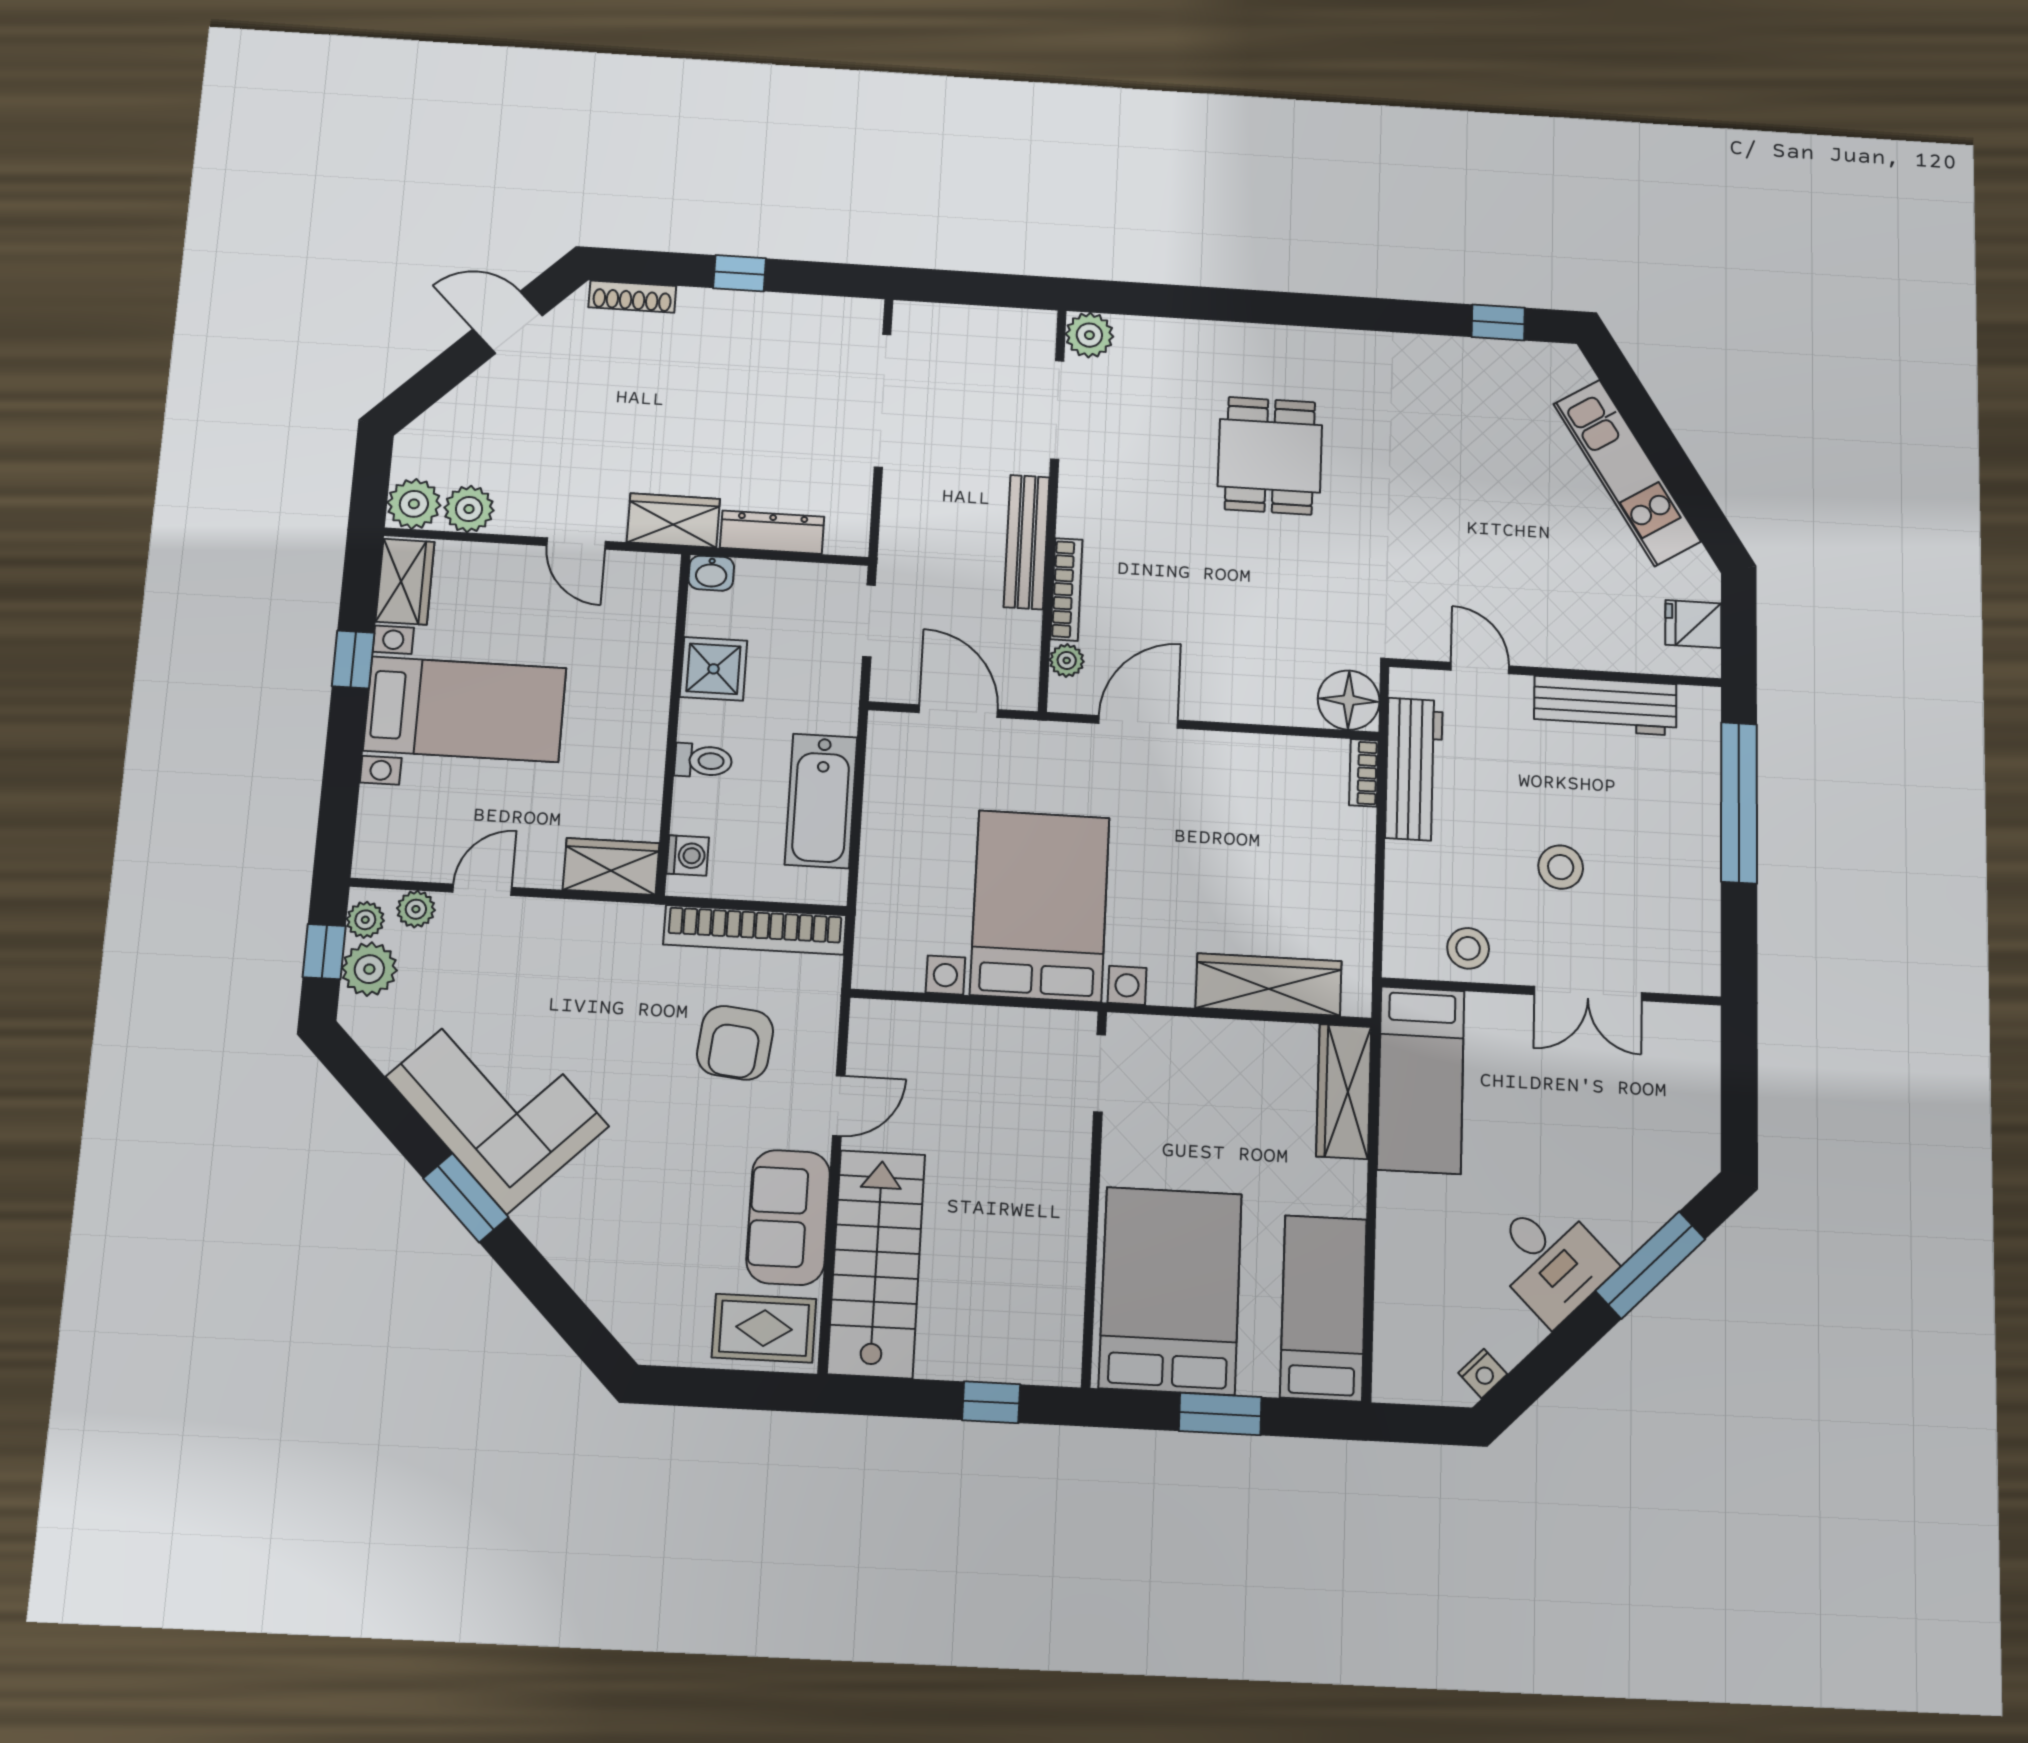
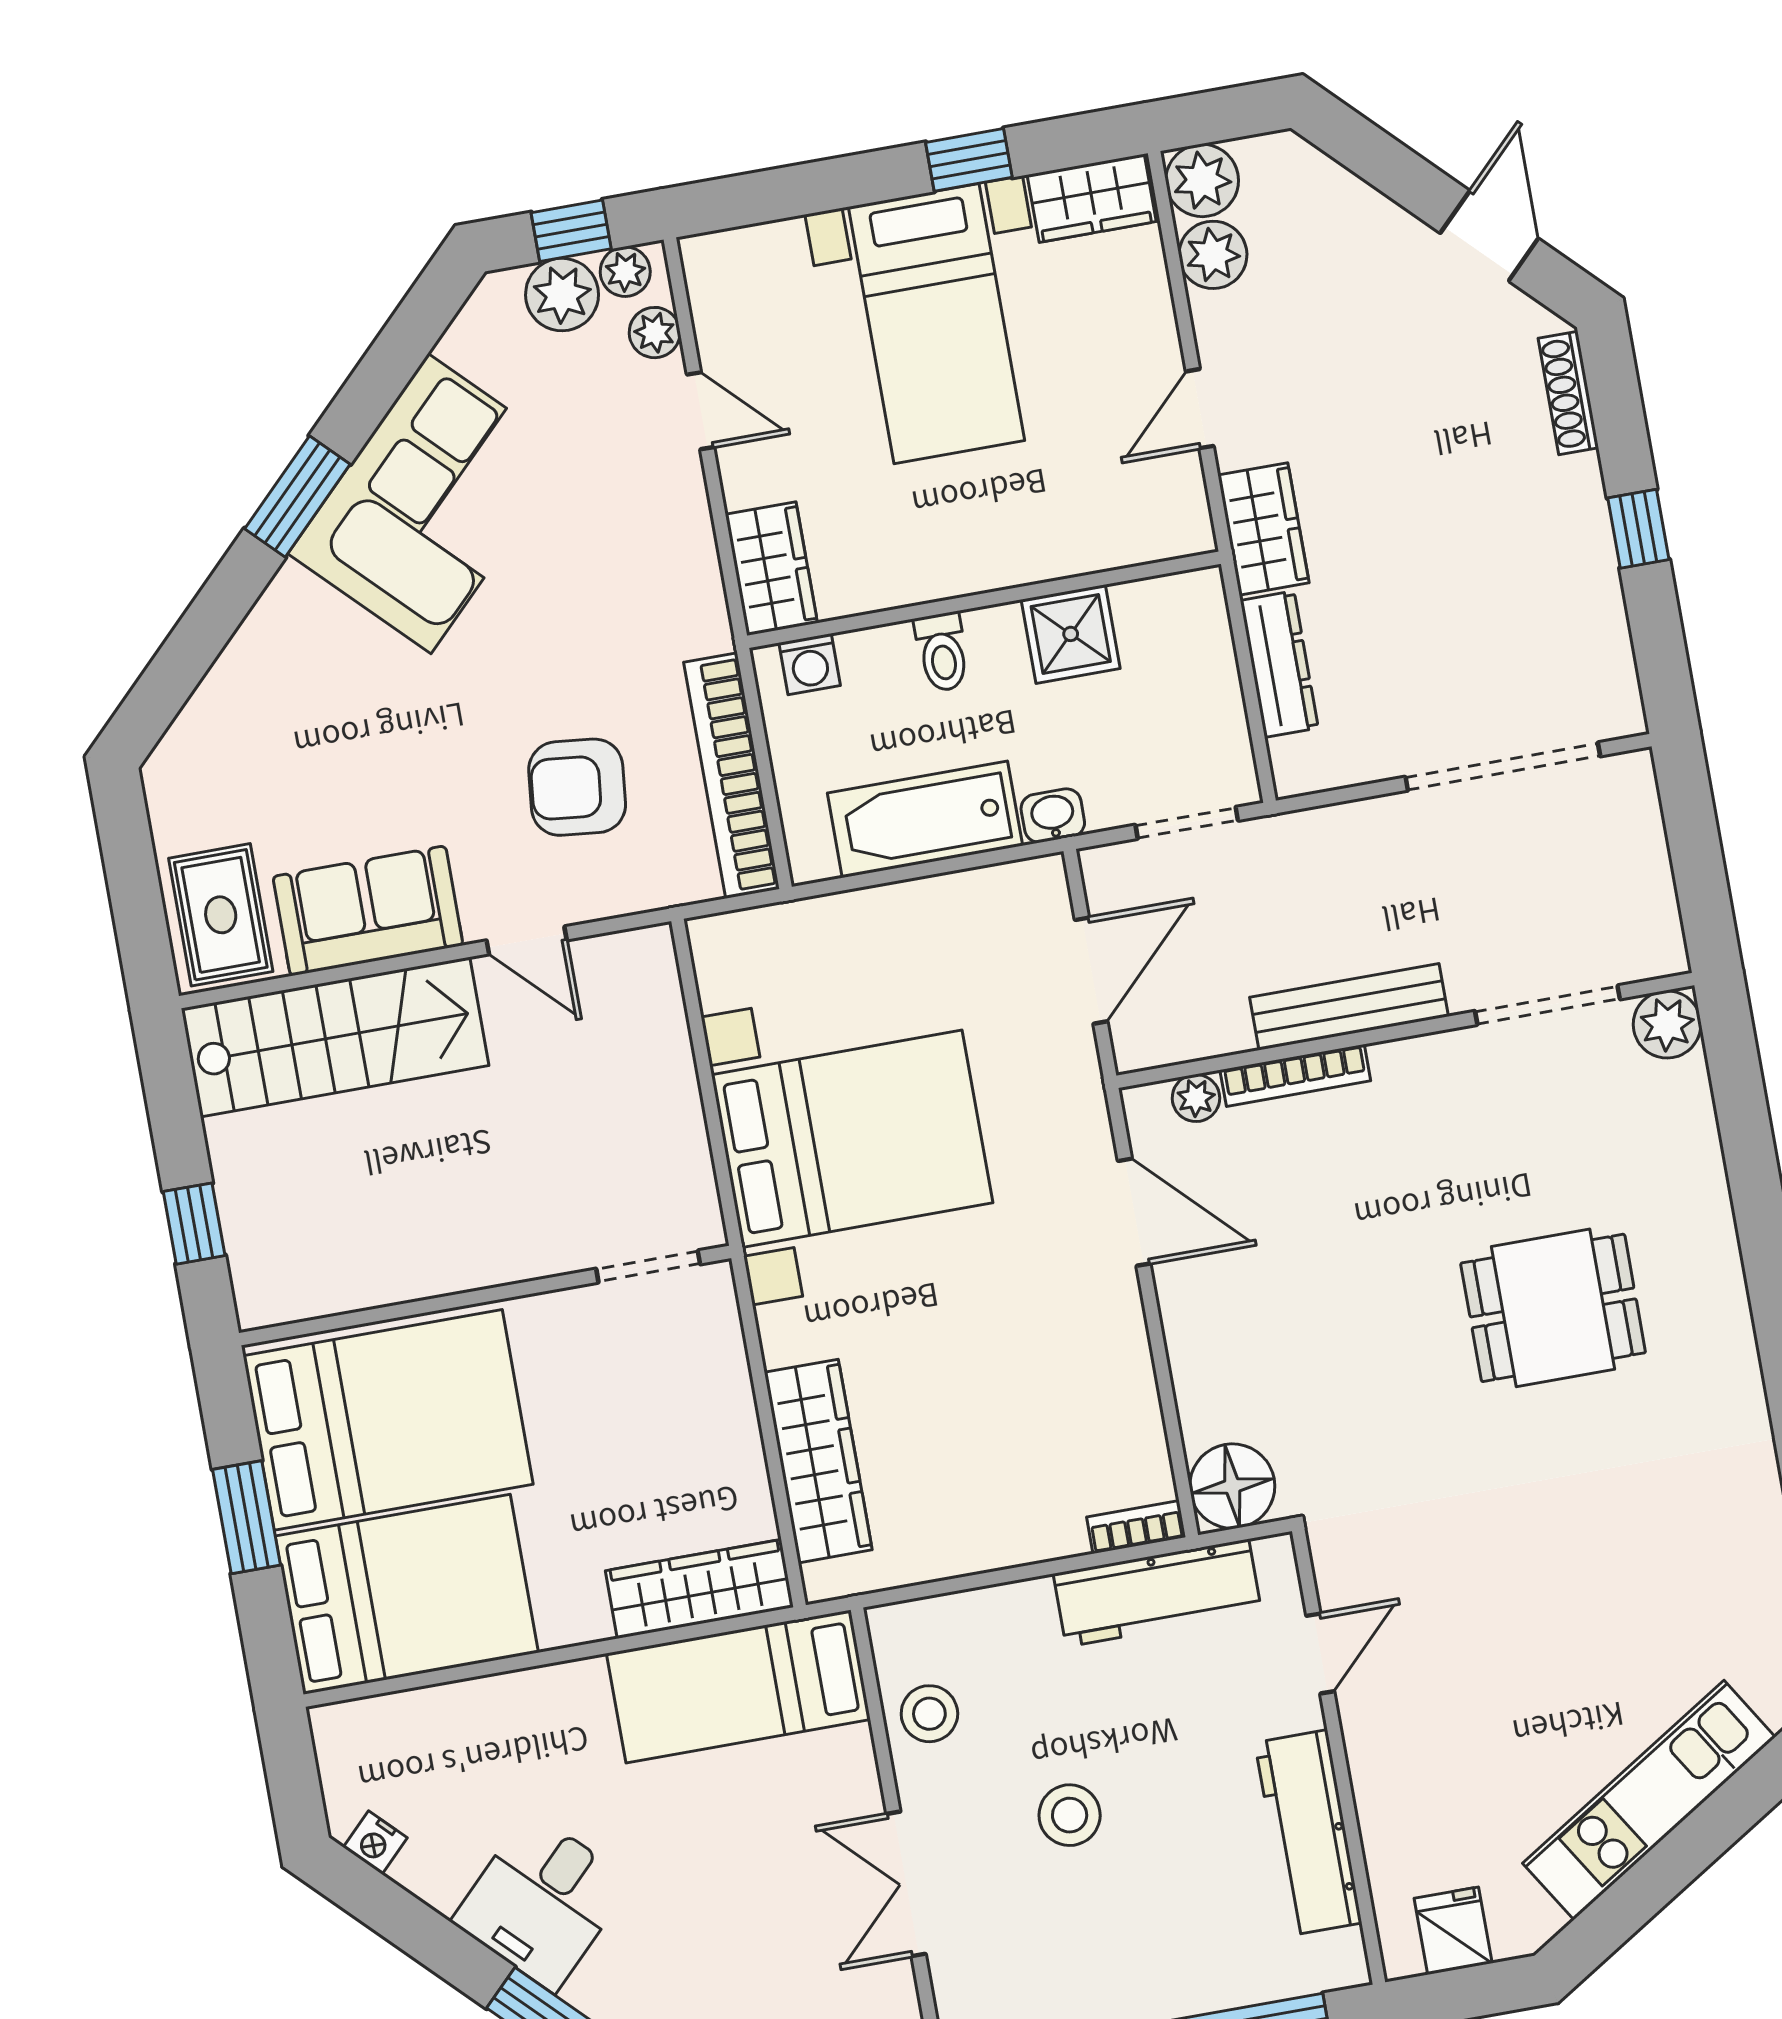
washbasin: (711, 573) -> (1053, 816), moved, turned 90
bed: (1323, 1308) -> (407, 1594), width x1.50

